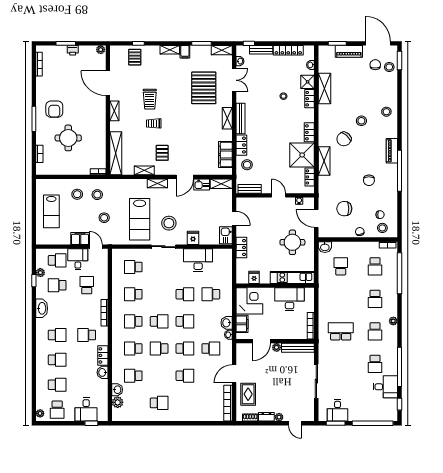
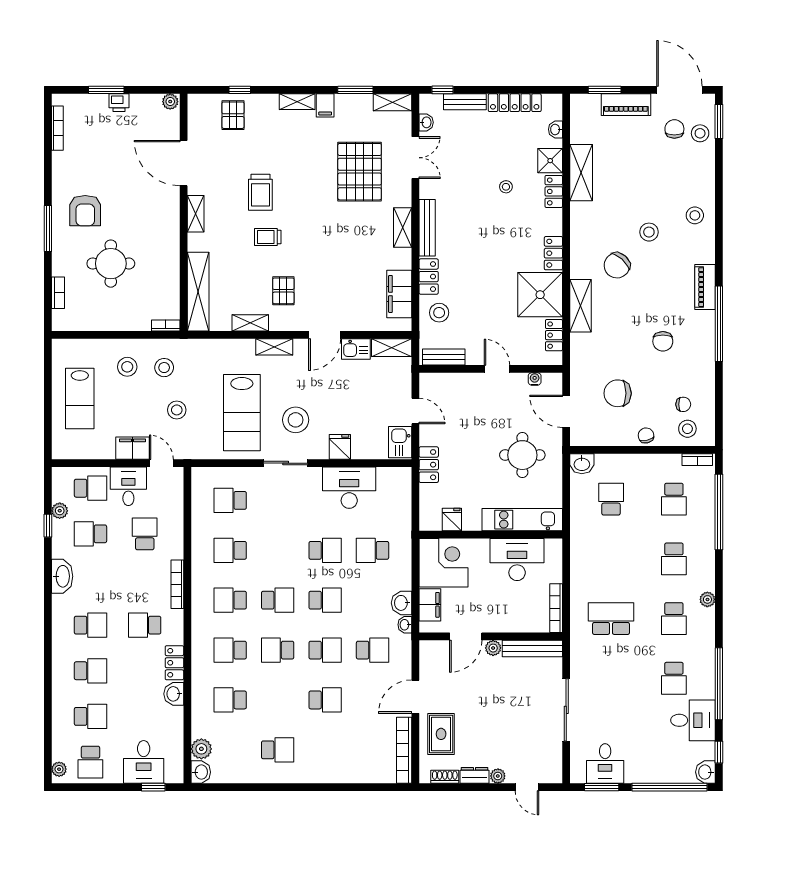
washbasin: (117, 390) -> (201, 772), moved
washbasin: (392, 415) -> (705, 772), added

